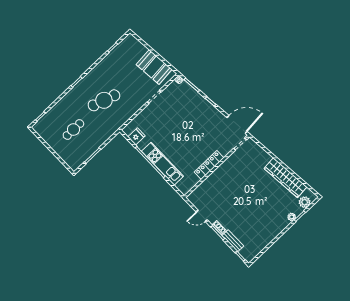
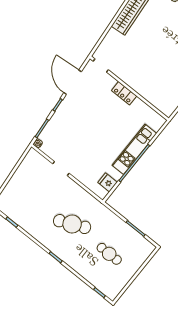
booth: (154, 67) -> (27, 173), removed
cafe table: (104, 100) -> (72, 224), turned -42
door: (237, 125) -> (73, 82), moved
locker: (209, 165) -> (124, 93), width x0.66

